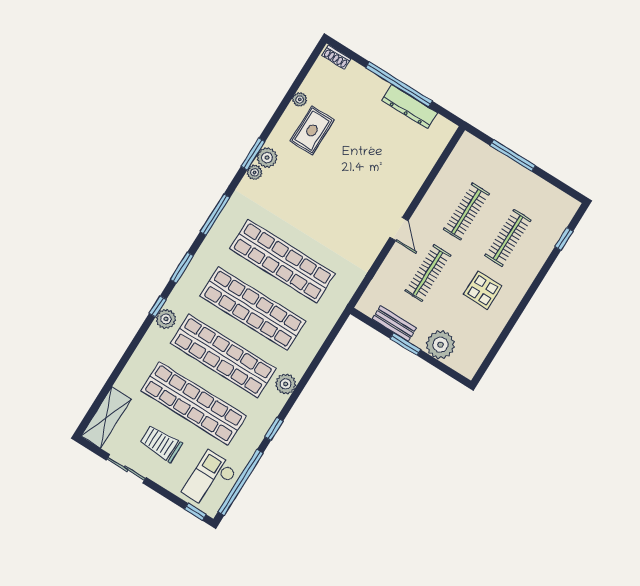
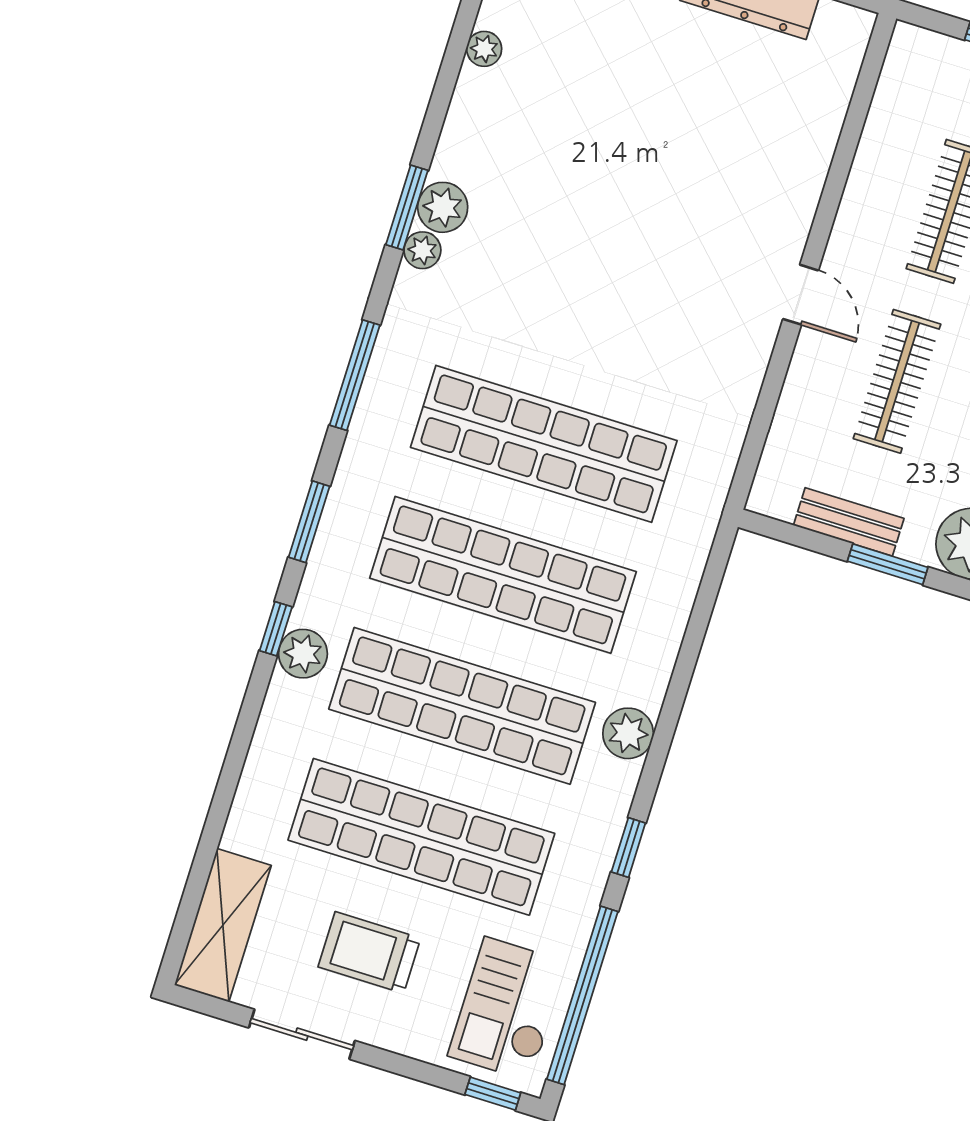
rug: (312, 130) -> (533, 115), removed

